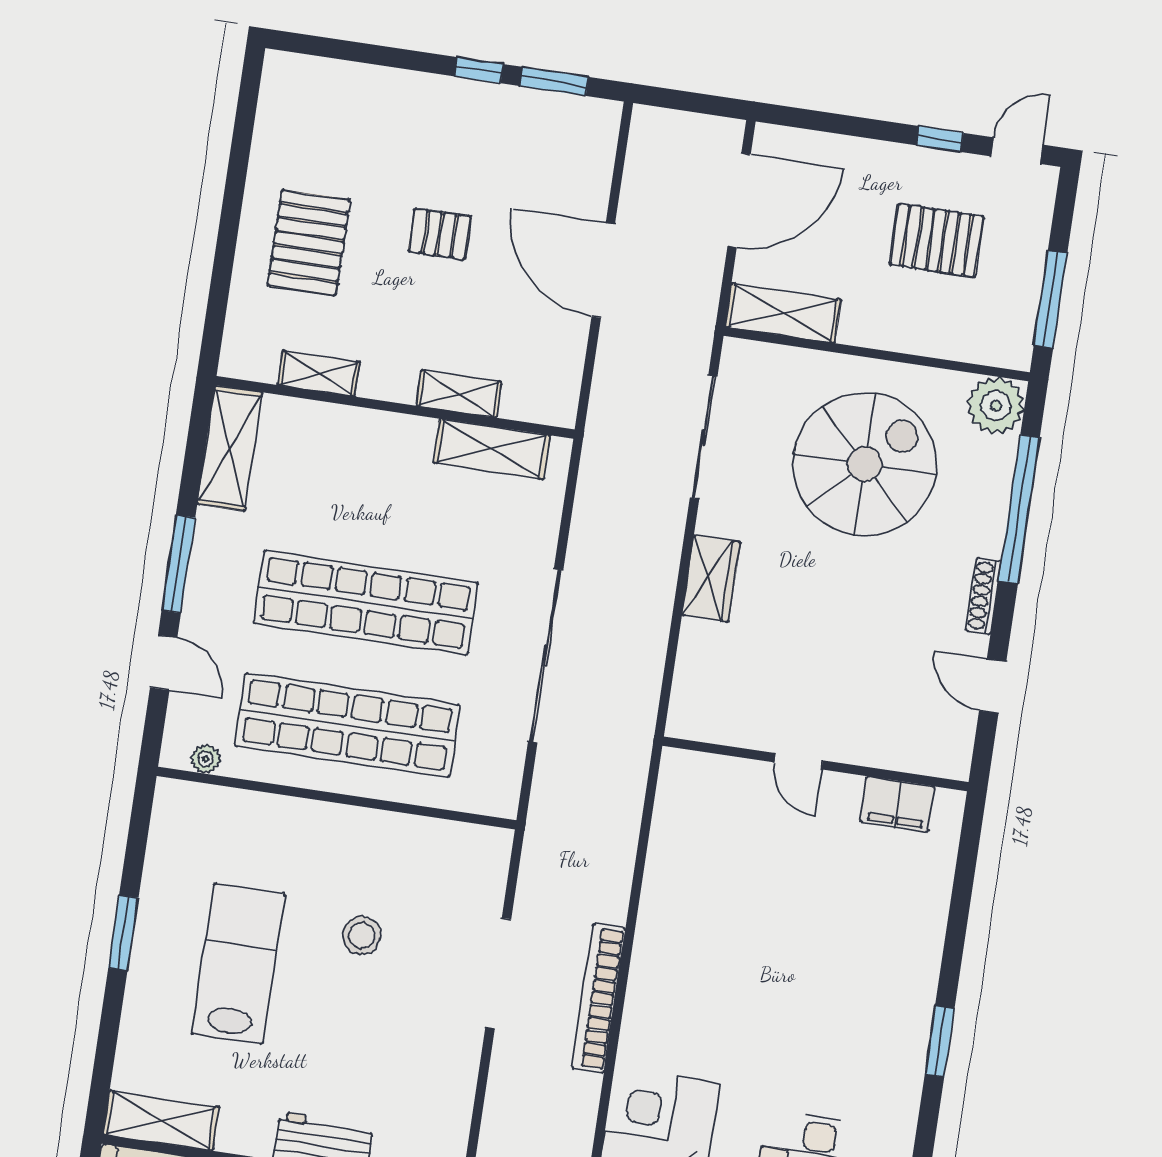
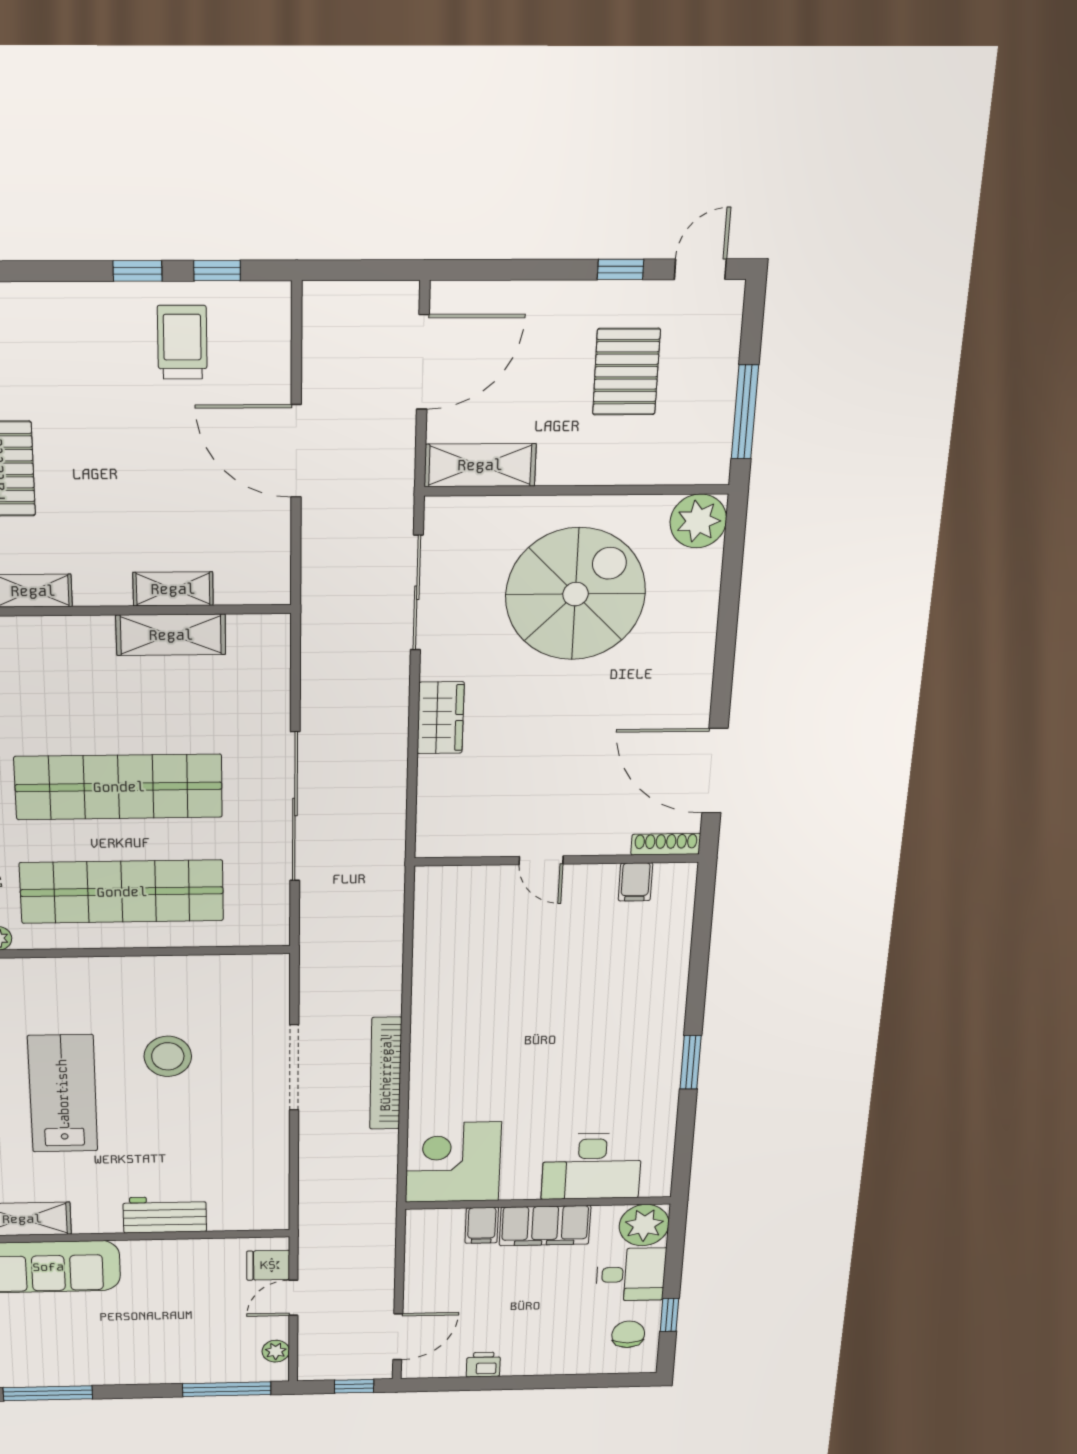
window: (554, 81) -> (217, 271), width x0.67
trolley: (510, 145) -> (182, 342), added
pallet: (440, 234) -> (127, 441), removed
pallet: (937, 241) -> (626, 372), turned 90
shelving: (491, 449) -> (171, 635), moved
window: (1019, 509) -> (728, 613), removed
shoe rack: (984, 596) -> (666, 844), moved, turned 90
door: (993, 686) -> (715, 771), width x1.88
filing cabinet: (897, 804) -> (635, 882), width x0.50
stool: (362, 936) -> (168, 1056), width x1.38, depth x1.38

